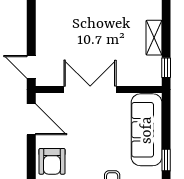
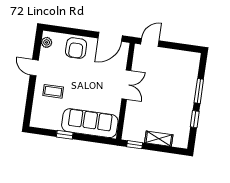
double door: (90, 90) -> (126, 85), width x0.73
armchair: (52, 161) -> (76, 48), turned -90

